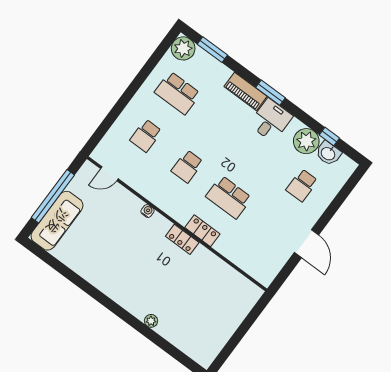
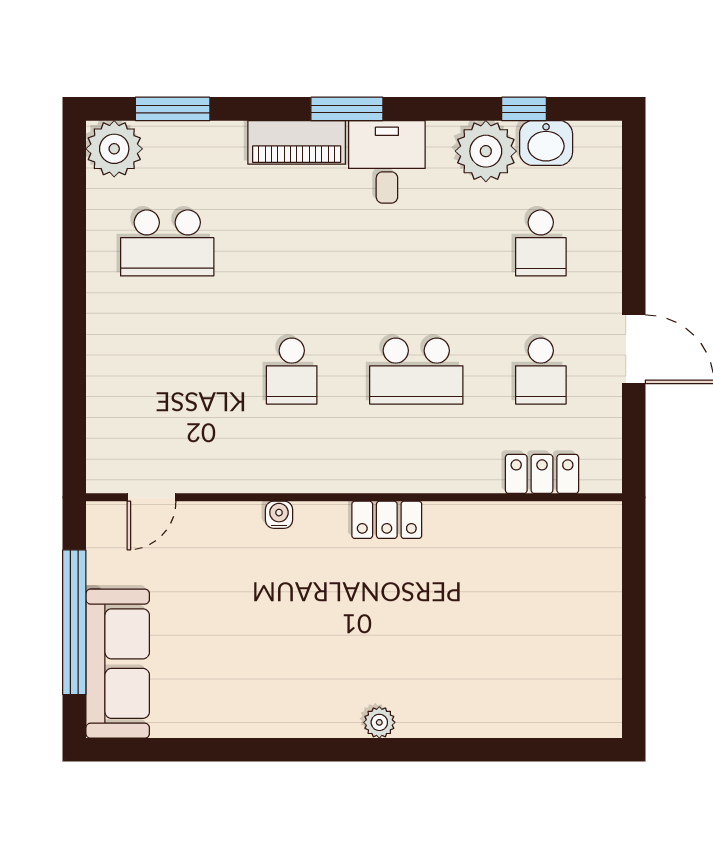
school desk: (146, 136) -> (541, 371), moved
locker: (202, 231) -> (542, 474), moved
plant: (151, 321) -> (379, 722), moved

